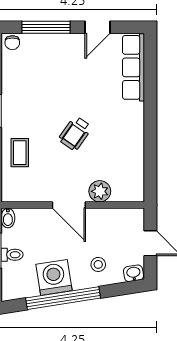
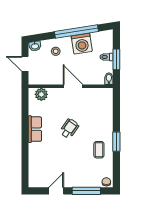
row of seats: (134, 67) -> (35, 129), moved, width x0.68
coffee table: (20, 153) -> (99, 150), moved
plant: (100, 191) -> (41, 94), moved

